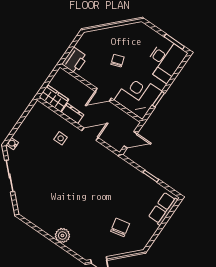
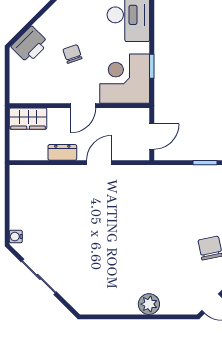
printer: (75, 60) -> (30, 45), moved, turned 45
wardrobe: (54, 98) -> (28, 119), moved, turned 180
side table: (61, 138) -> (68, 191), removed

